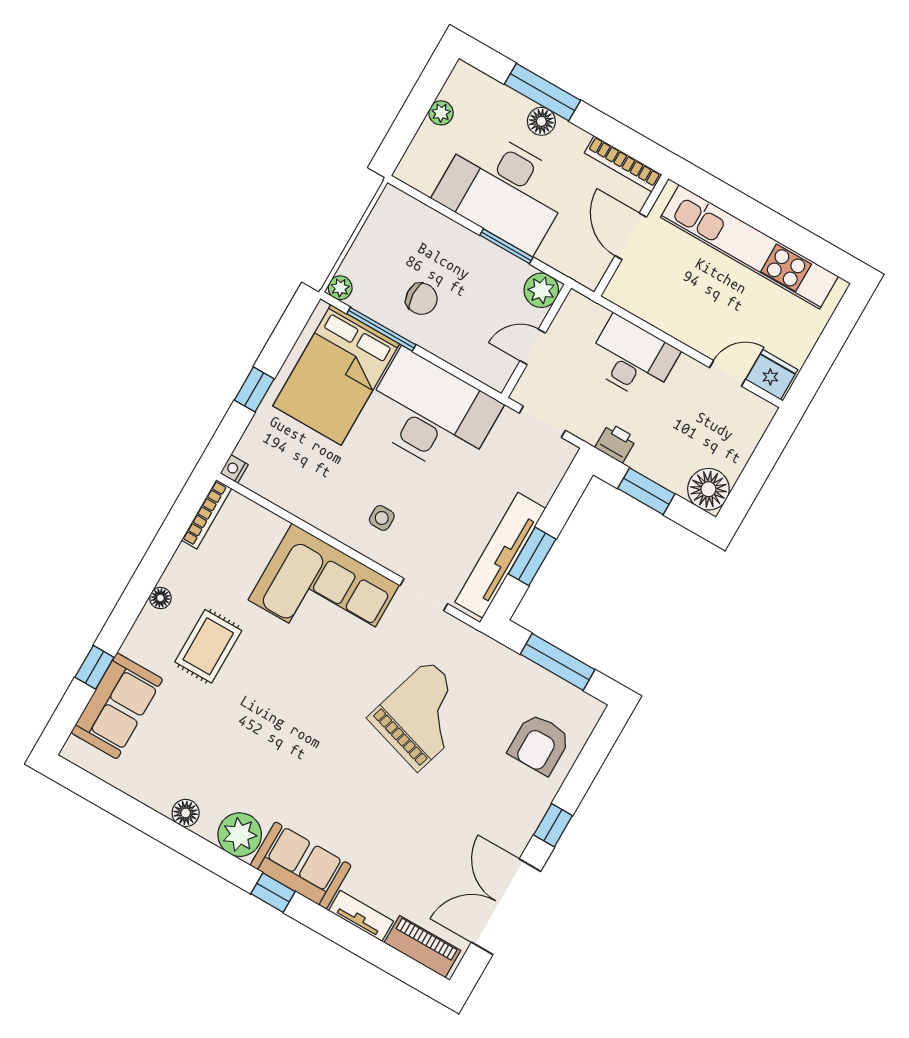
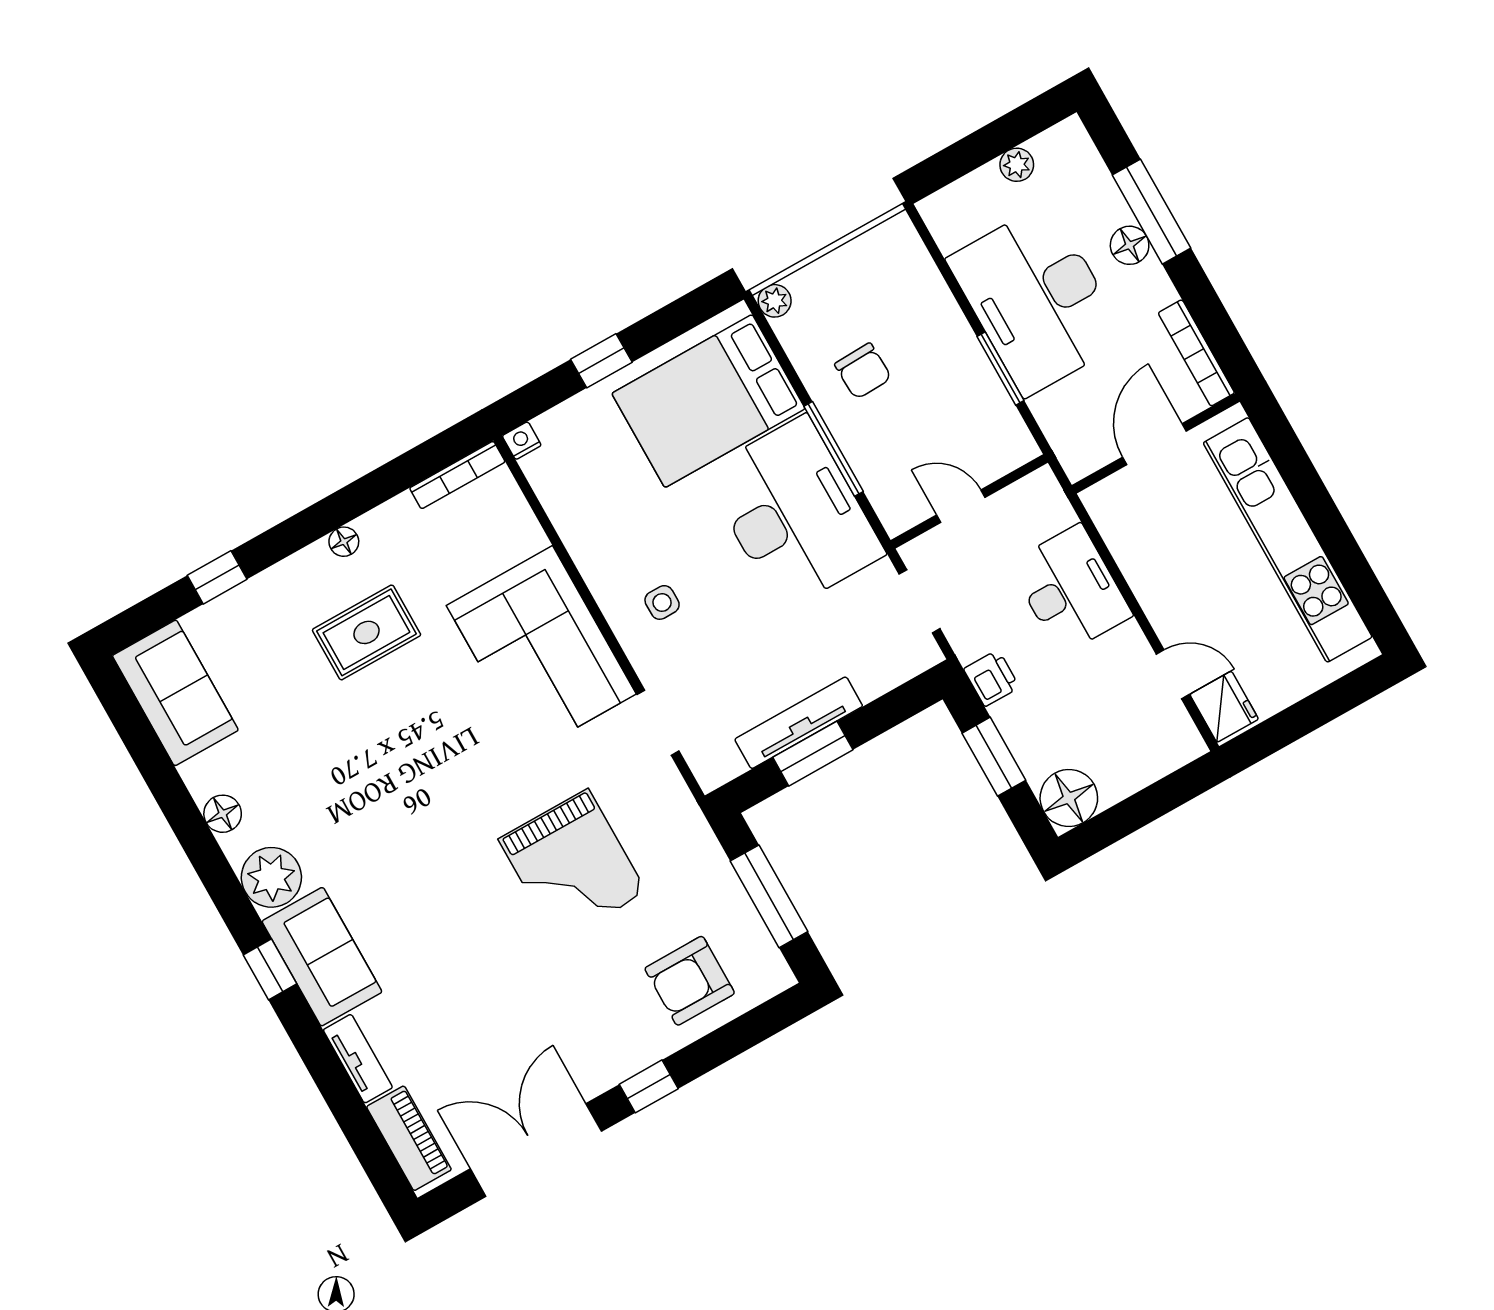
plant: (541, 290) -> (1011, 445), removed
window: (381, 329) -> (834, 449), moved
tv unit: (500, 555) -> (799, 723), width x0.73, depth x0.78
sofa: (117, 706) -> (175, 693), moved, turned -90
grand piano: (423, 716) -> (572, 866), turned 73

